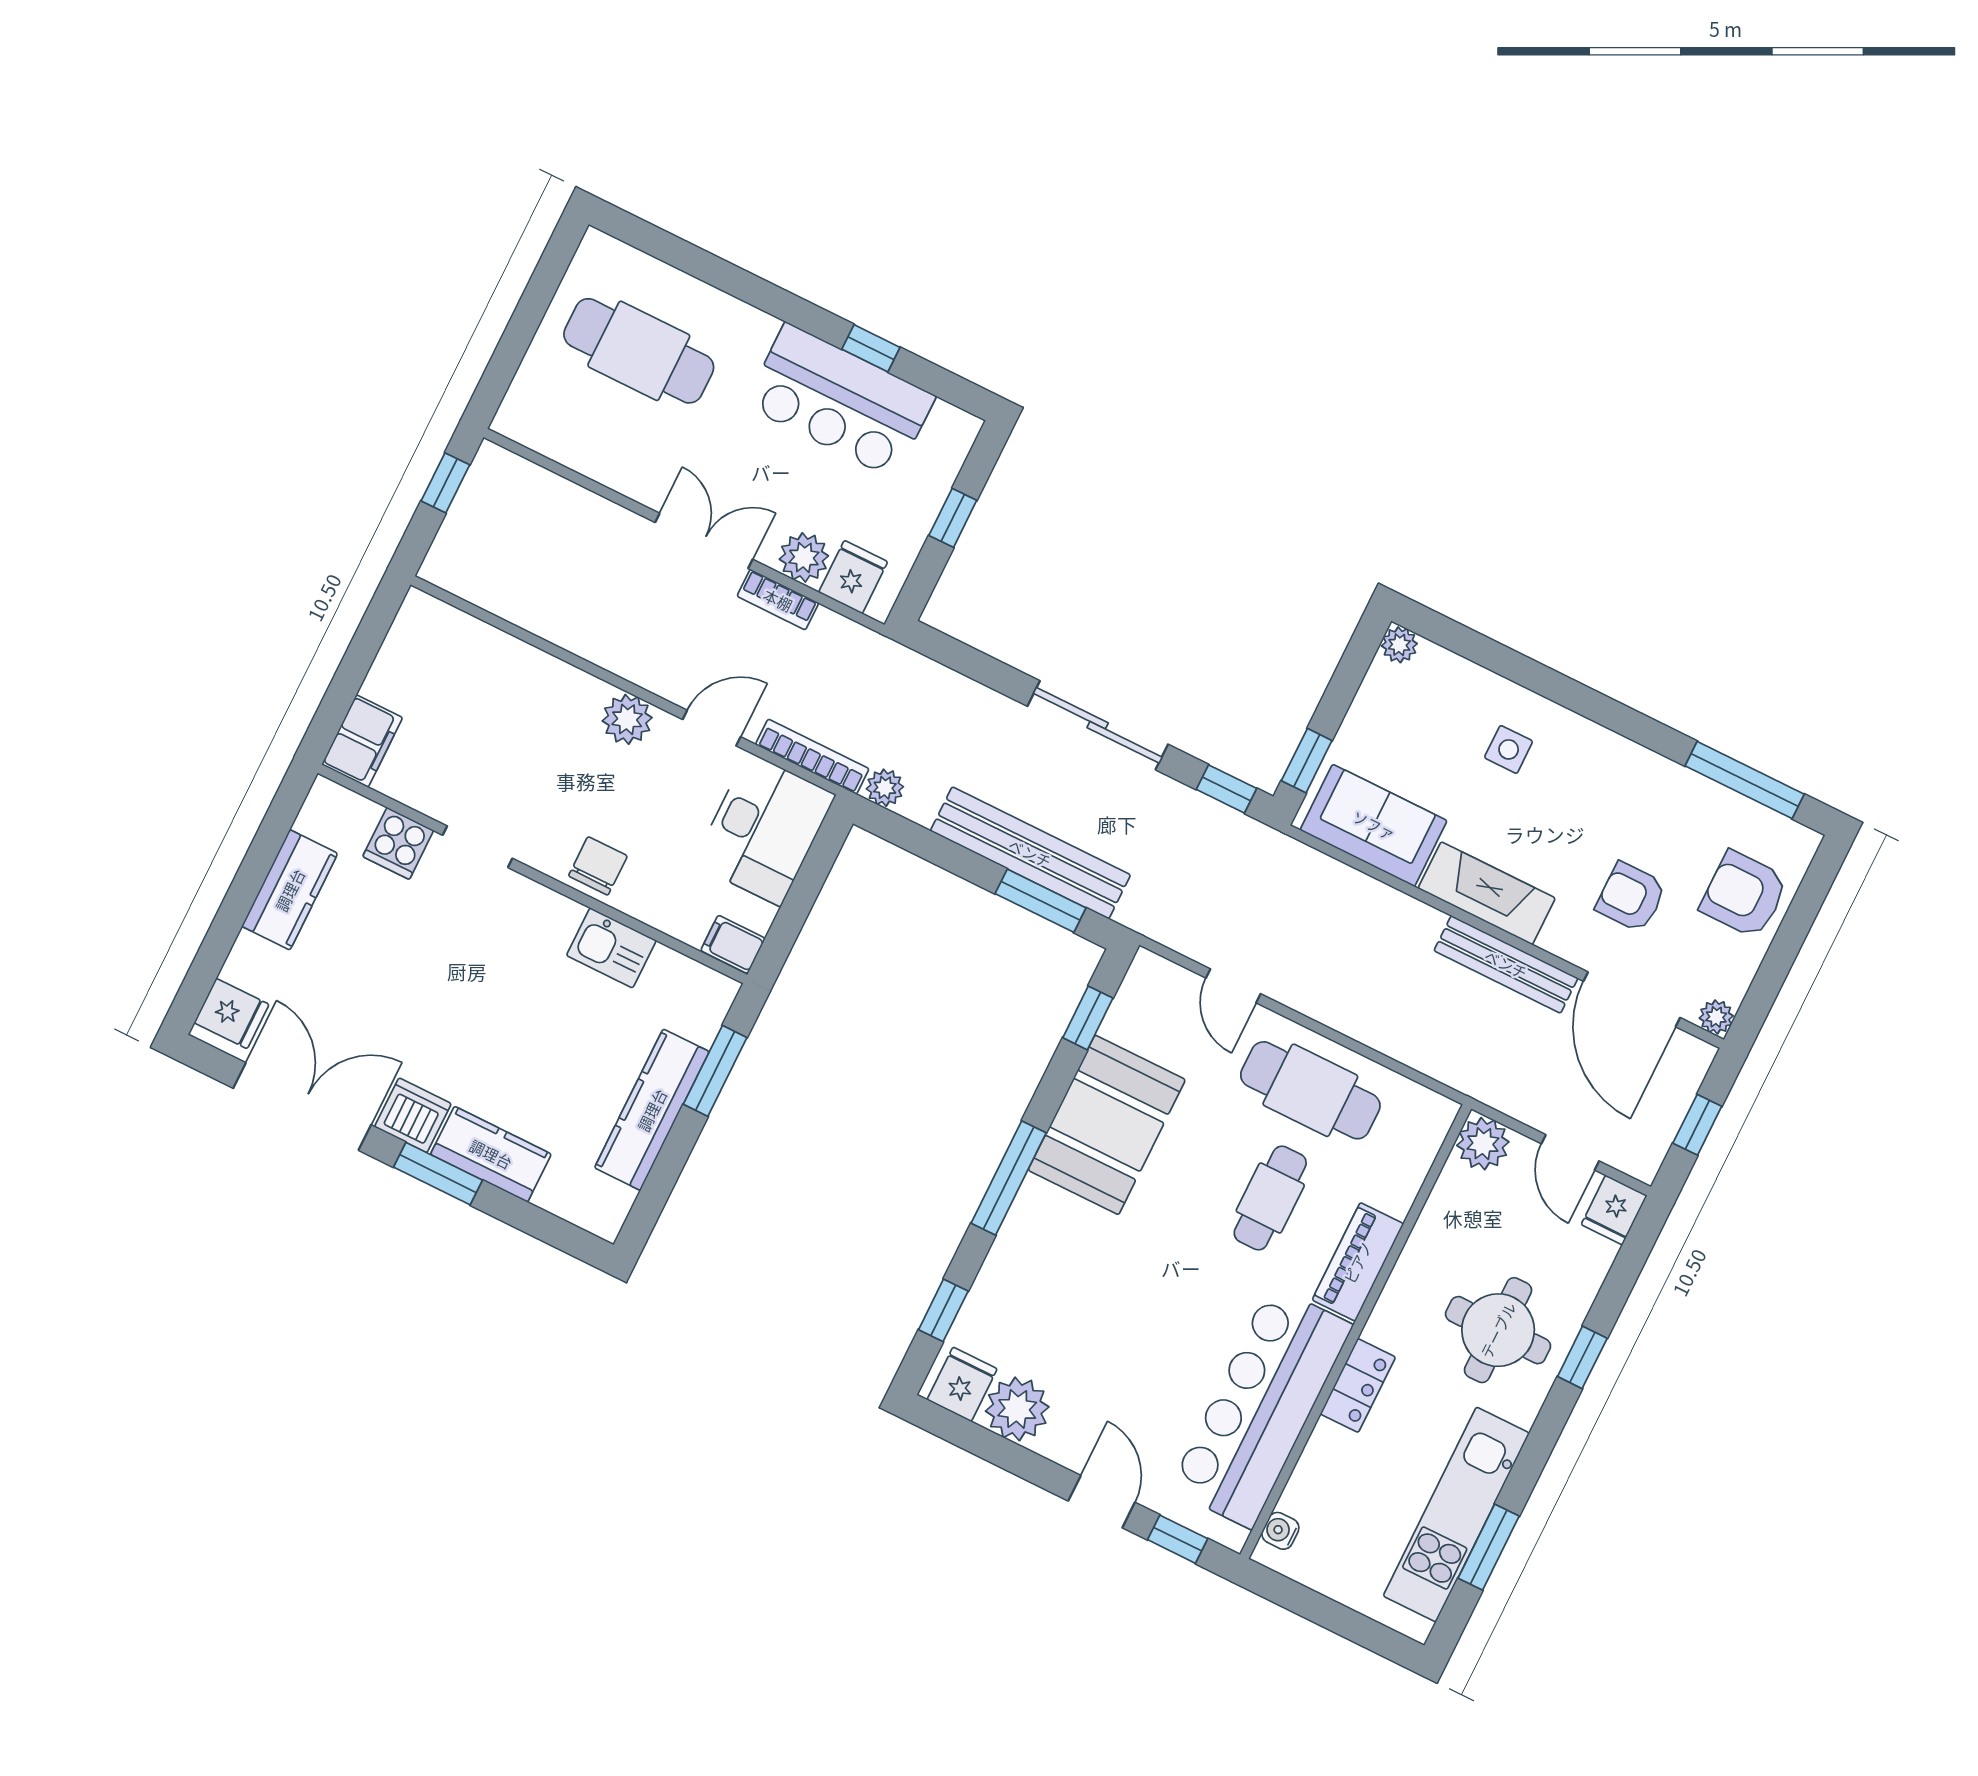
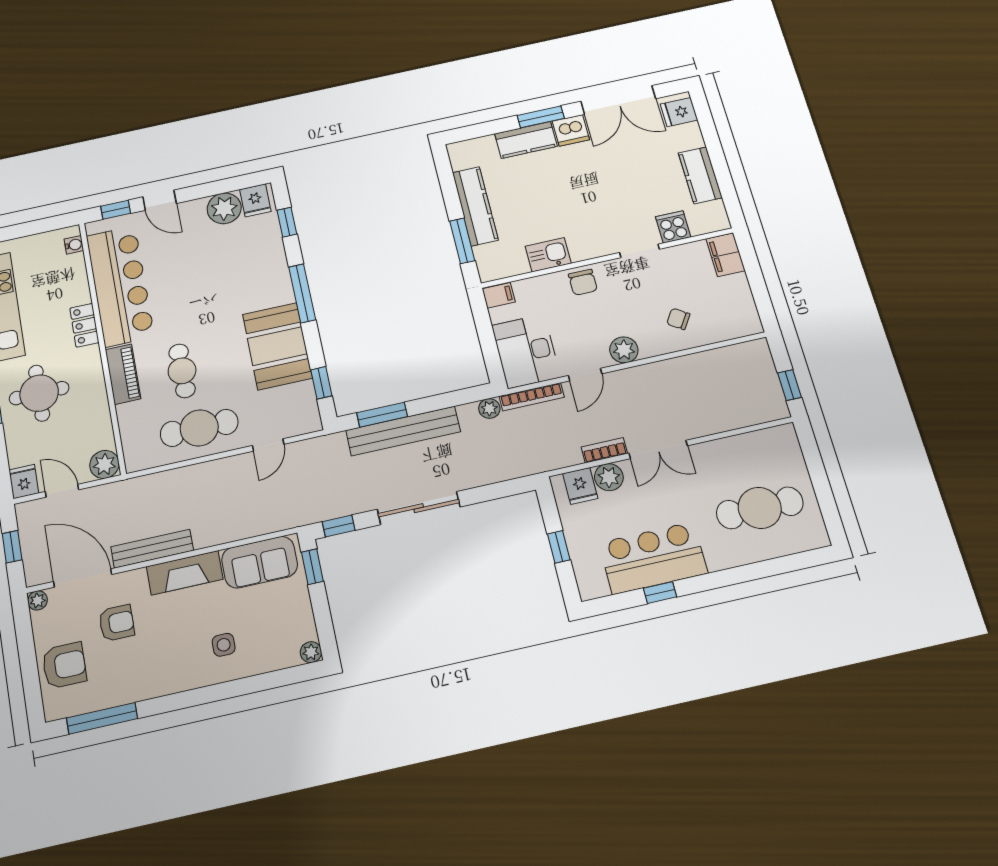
chair: (512, 702) -> (678, 319), added
door: (1233, 986) -> (268, 445), swing flipped

